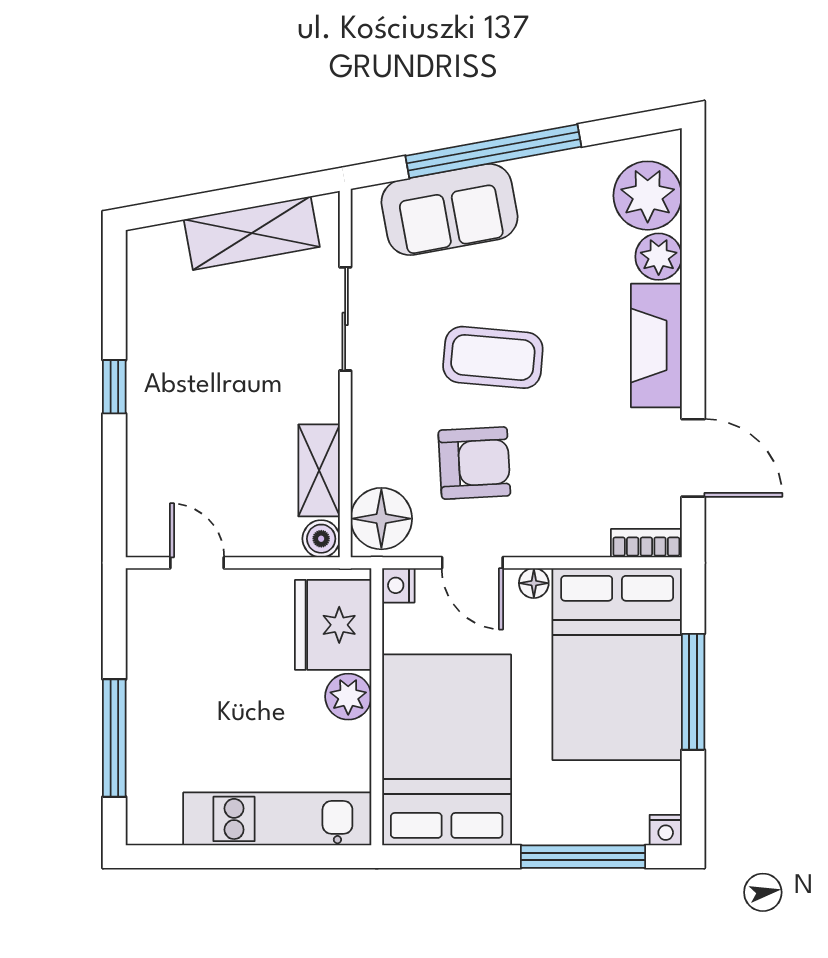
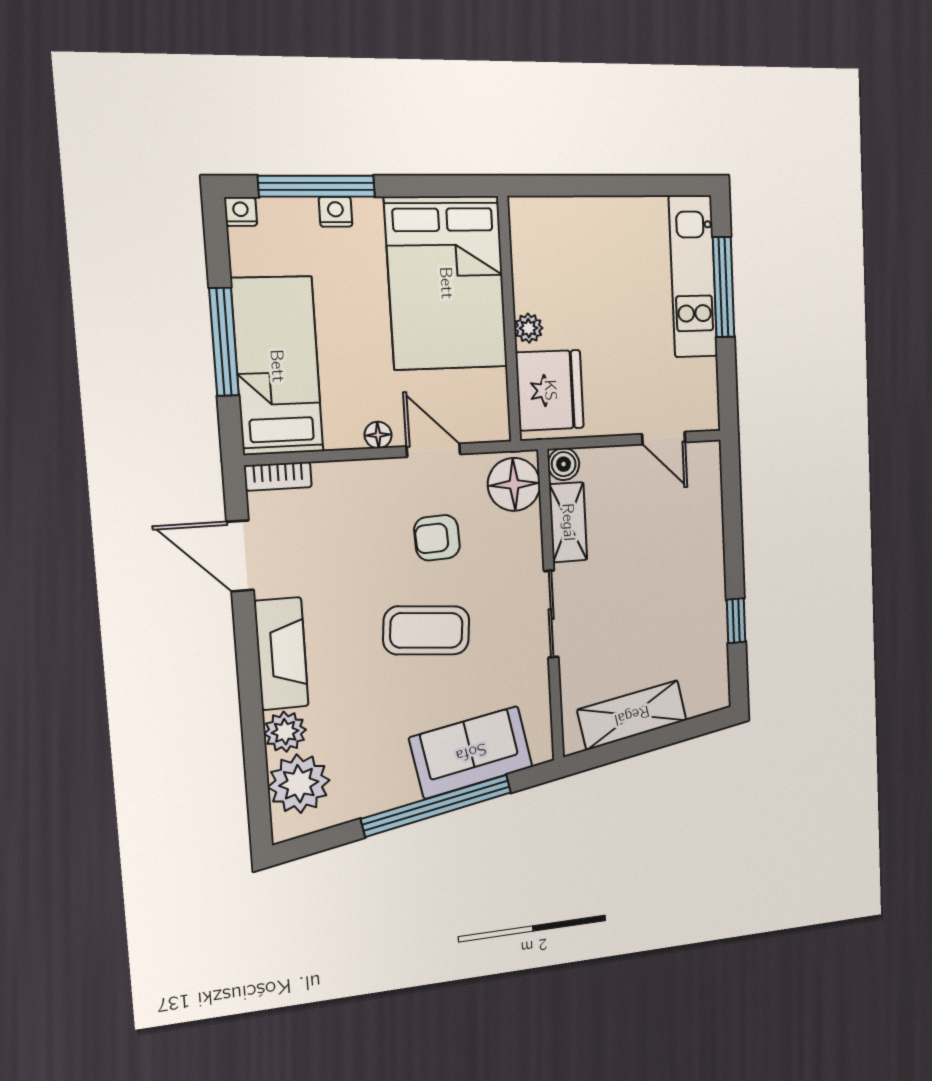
sliding door: (345, 319) -> (551, 614), moved
window: (114, 387) -> (736, 621), moved
armchair: (474, 463) -> (437, 538), width x0.72, depth x0.72
nightstand: (398, 585) -> (336, 212), moved, turned -90
bed: (617, 664) -> (277, 366), width x0.67
plant: (348, 697) -> (529, 328), width x0.73, depth x0.73
kitchen unit: (277, 819) -> (693, 276), moved, turned 90

